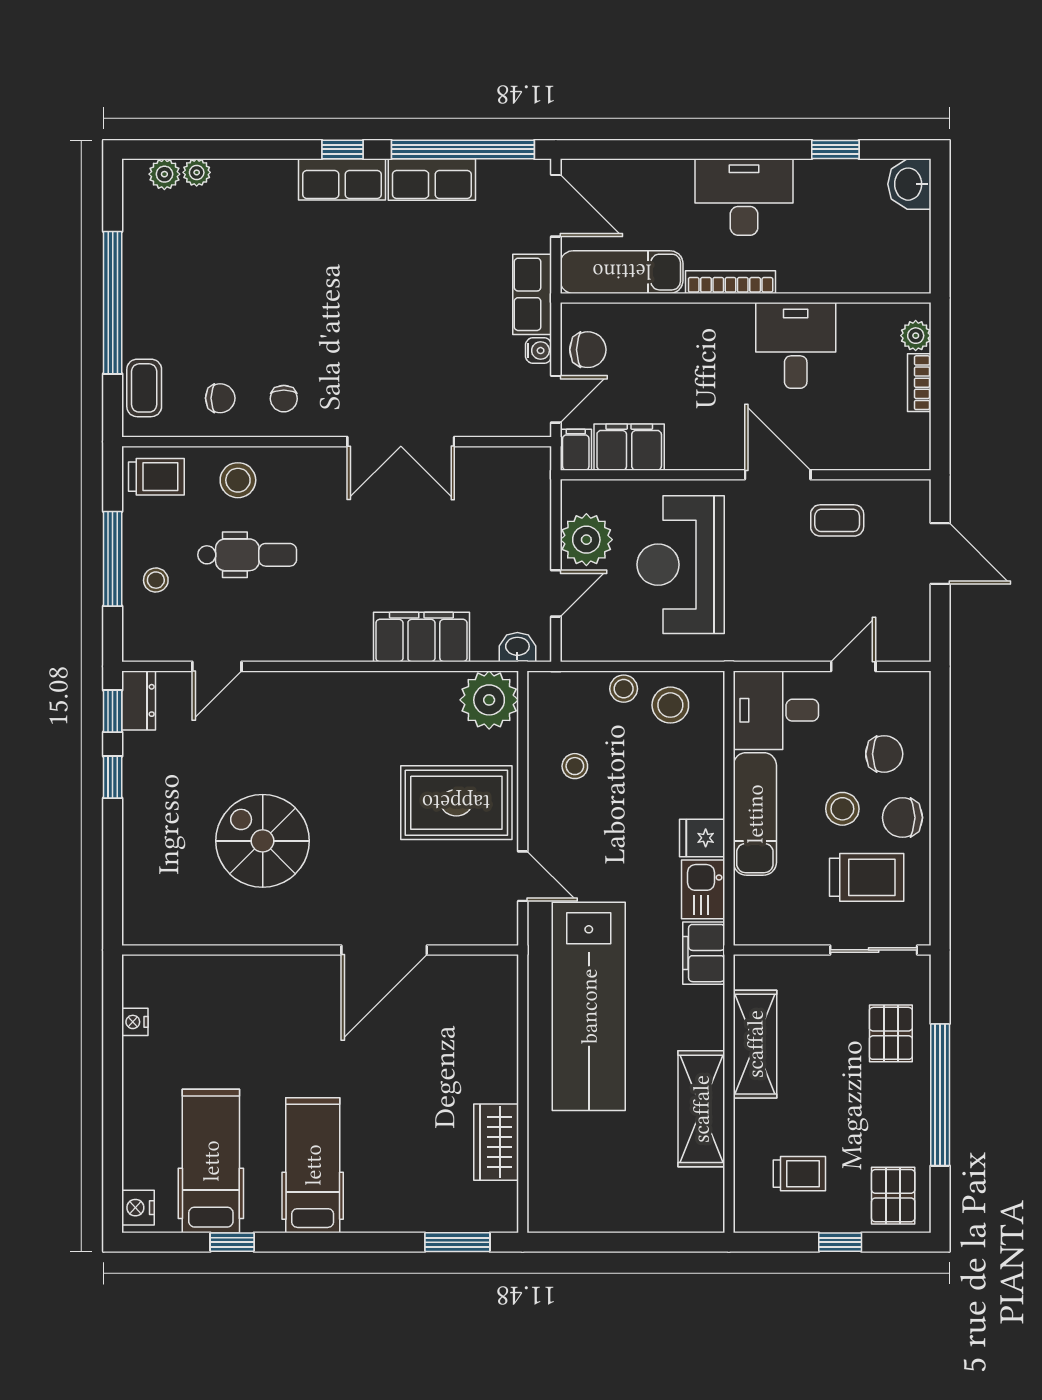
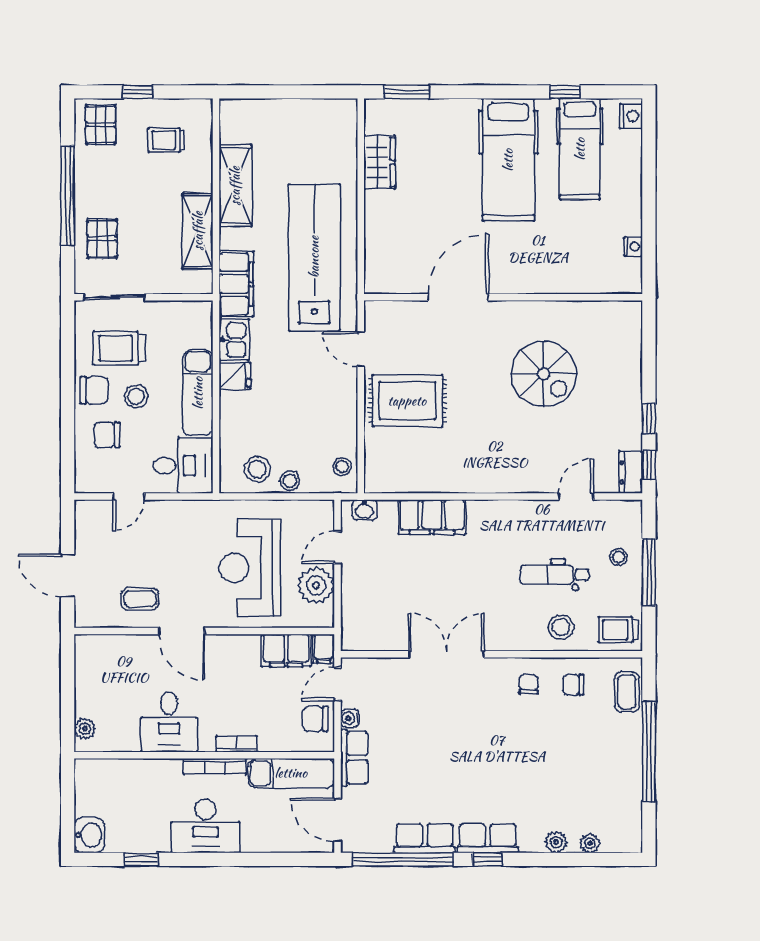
plant: (164, 174) -> (556, 842), moved
bookcase: (919, 383) -> (236, 744), moved, turned -90
reception desk: (681, 565) -> (250, 568), turned 180
plant: (489, 700) -> (384, 473), removed
stool: (575, 766) -> (342, 467), moved
filing cabinet: (704, 953) -> (236, 284), width x1.50, depth x1.17
hospital bed: (313, 1165) -> (508, 160), width x1.37, depth x1.29

